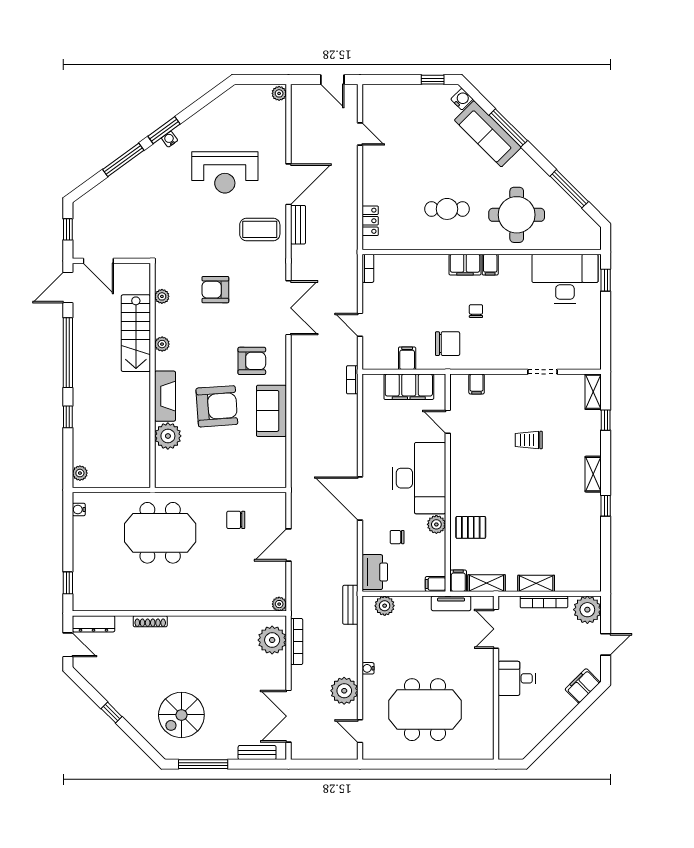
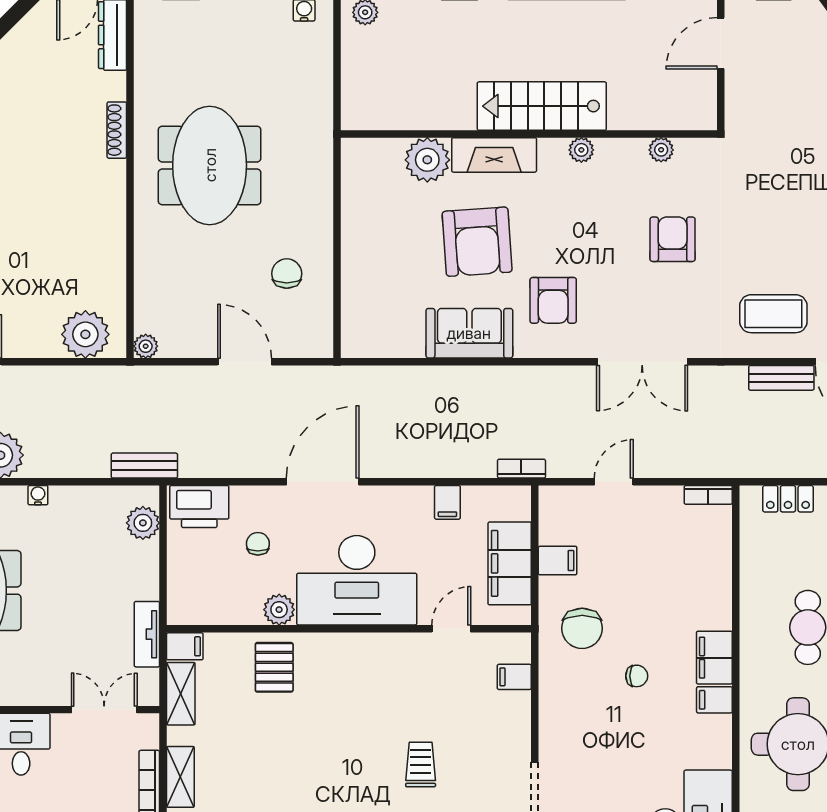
coffee table: (260, 229) -> (773, 314), turned 90
stairs: (136, 333) -> (542, 106), moved
meeting table: (160, 533) -> (210, 165), moved
filing cabinet: (435, 584) -> (447, 502), moved, turned 180
bookcase: (297, 642) -> (83, 375), removed

